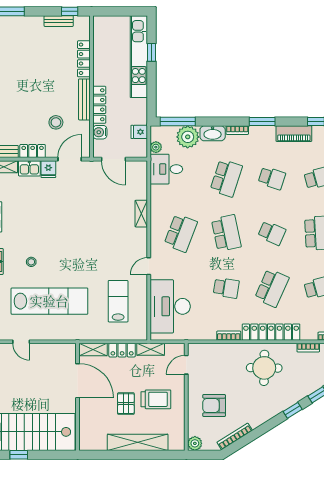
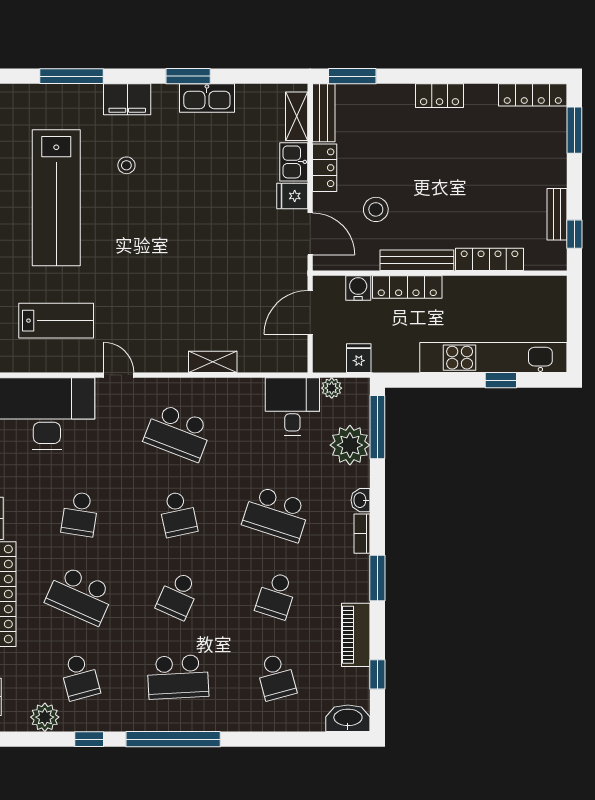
washbasin: (213, 133) -> (360, 500), width x0.52, depth x0.69
school desk: (226, 233) -> (178, 514), width x0.54

